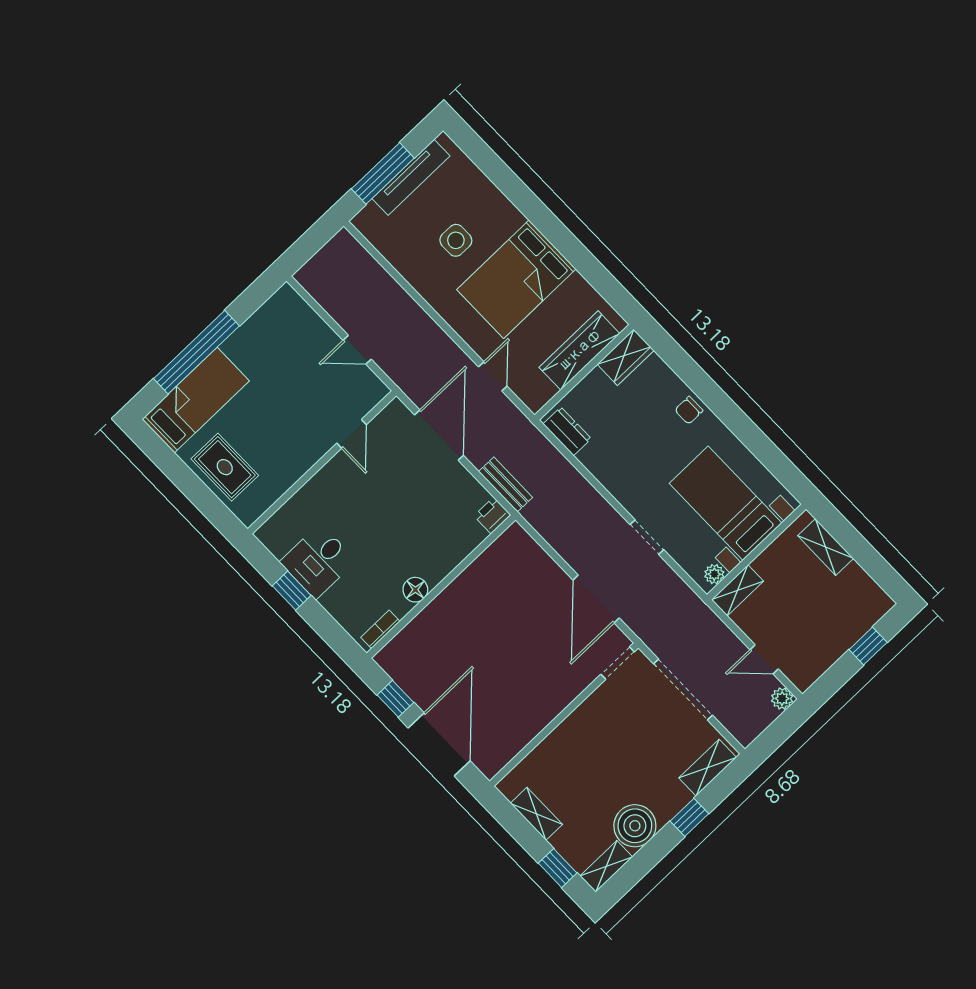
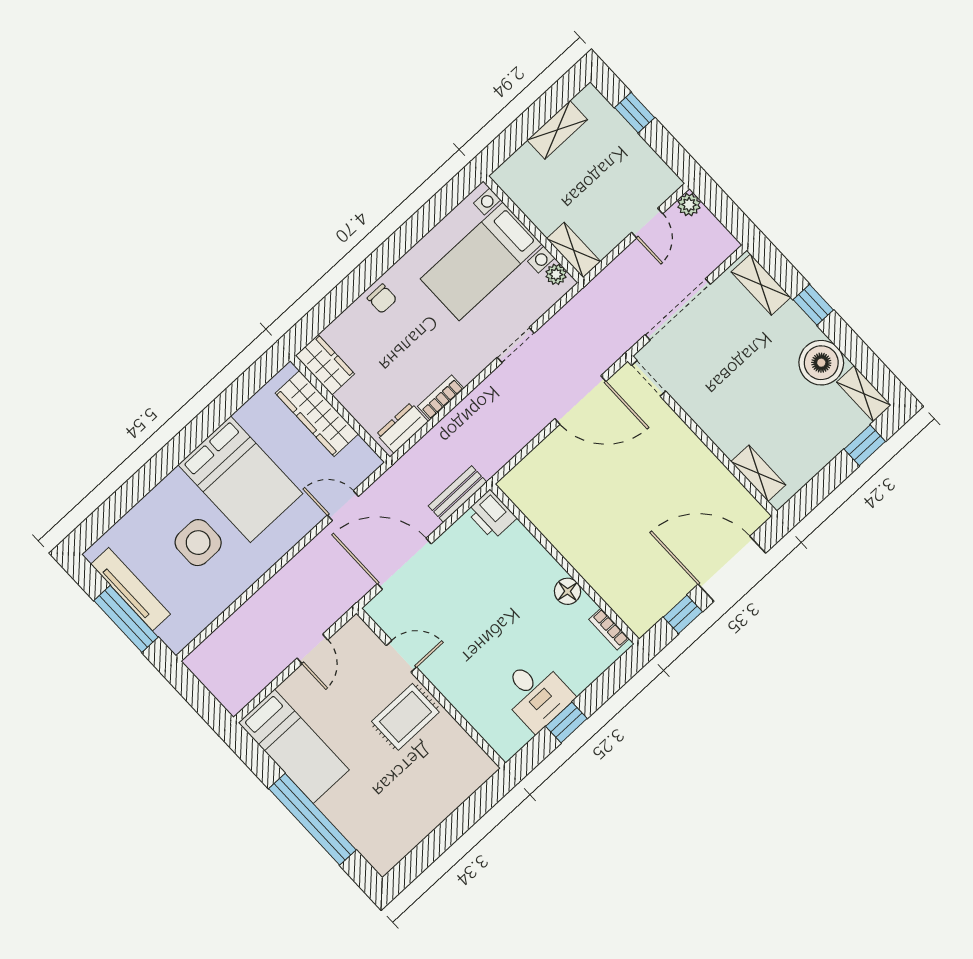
side table: (456, 240) -> (198, 543), width x1.37, depth x1.37
bed: (196, 400) -> (294, 746), moved, turned 180
rug: (225, 467) -> (405, 717), moved
bookcase: (596, 467) -> (441, 397), added
printer: (492, 515) -> (491, 515), width x1.36, depth x1.24
shelving: (826, 547) -> (557, 130), moved
shelving: (536, 814) -> (758, 473), moved, turned 90

